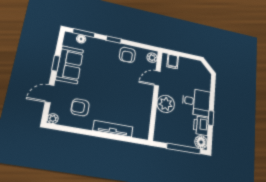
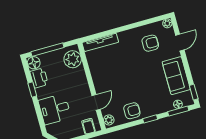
armchair: (127, 55) -> (132, 111), turned 90
window: (56, 63) -> (194, 92), moved
desk: (196, 102) -> (55, 109), moved
plant: (166, 104) -> (73, 59), moved
tv unit: (113, 129) -> (100, 42), moved

